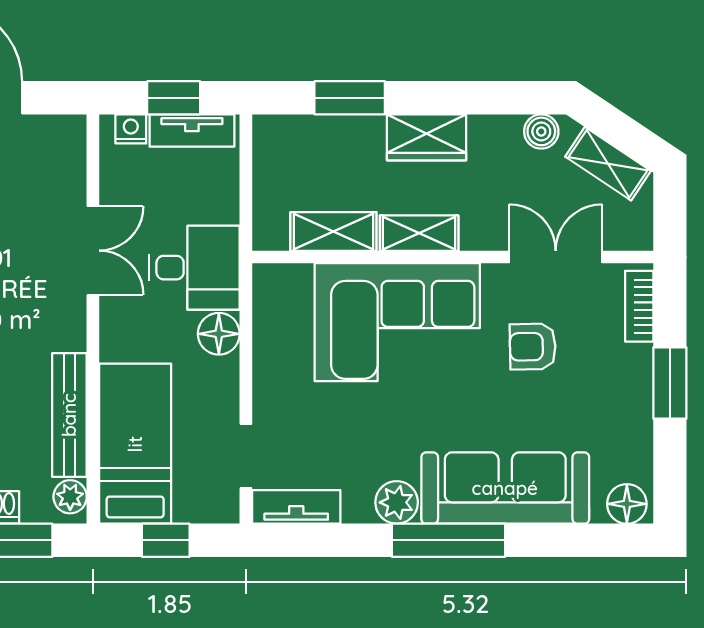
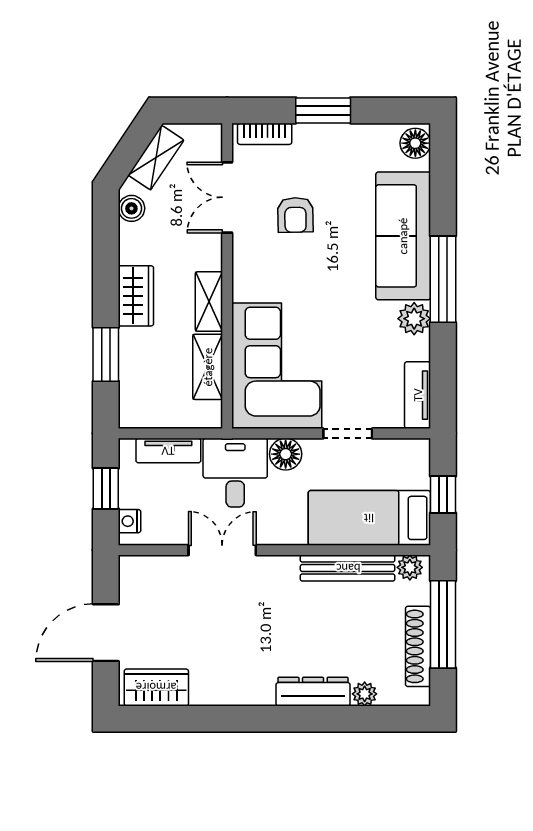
tv unit: (192, 131) -> (168, 451), moved, turned 90
corner sofa: (397, 322) -> (277, 366), moved
doorway: (246, 456) -> (348, 433), moved

